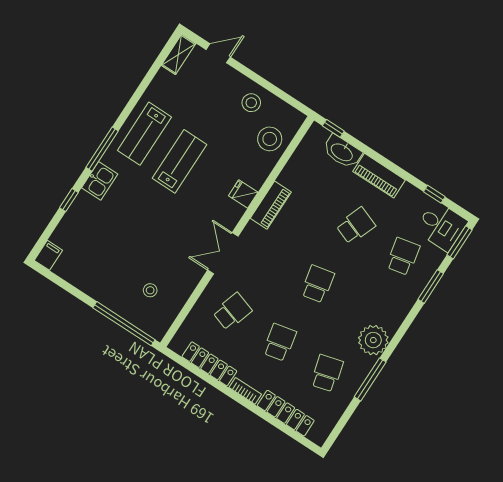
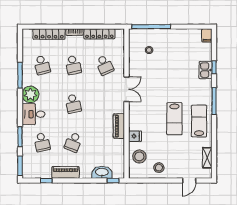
shelving: (179, 54) -> (207, 158), moved
piano: (379, 176) -> (66, 172), moved
kitchen sink: (100, 181) -> (206, 70), moved
fridge: (243, 194) -> (135, 136), moved
desk: (441, 226) -> (33, 114), moved
school desk: (232, 312) -> (105, 65), turned -42

